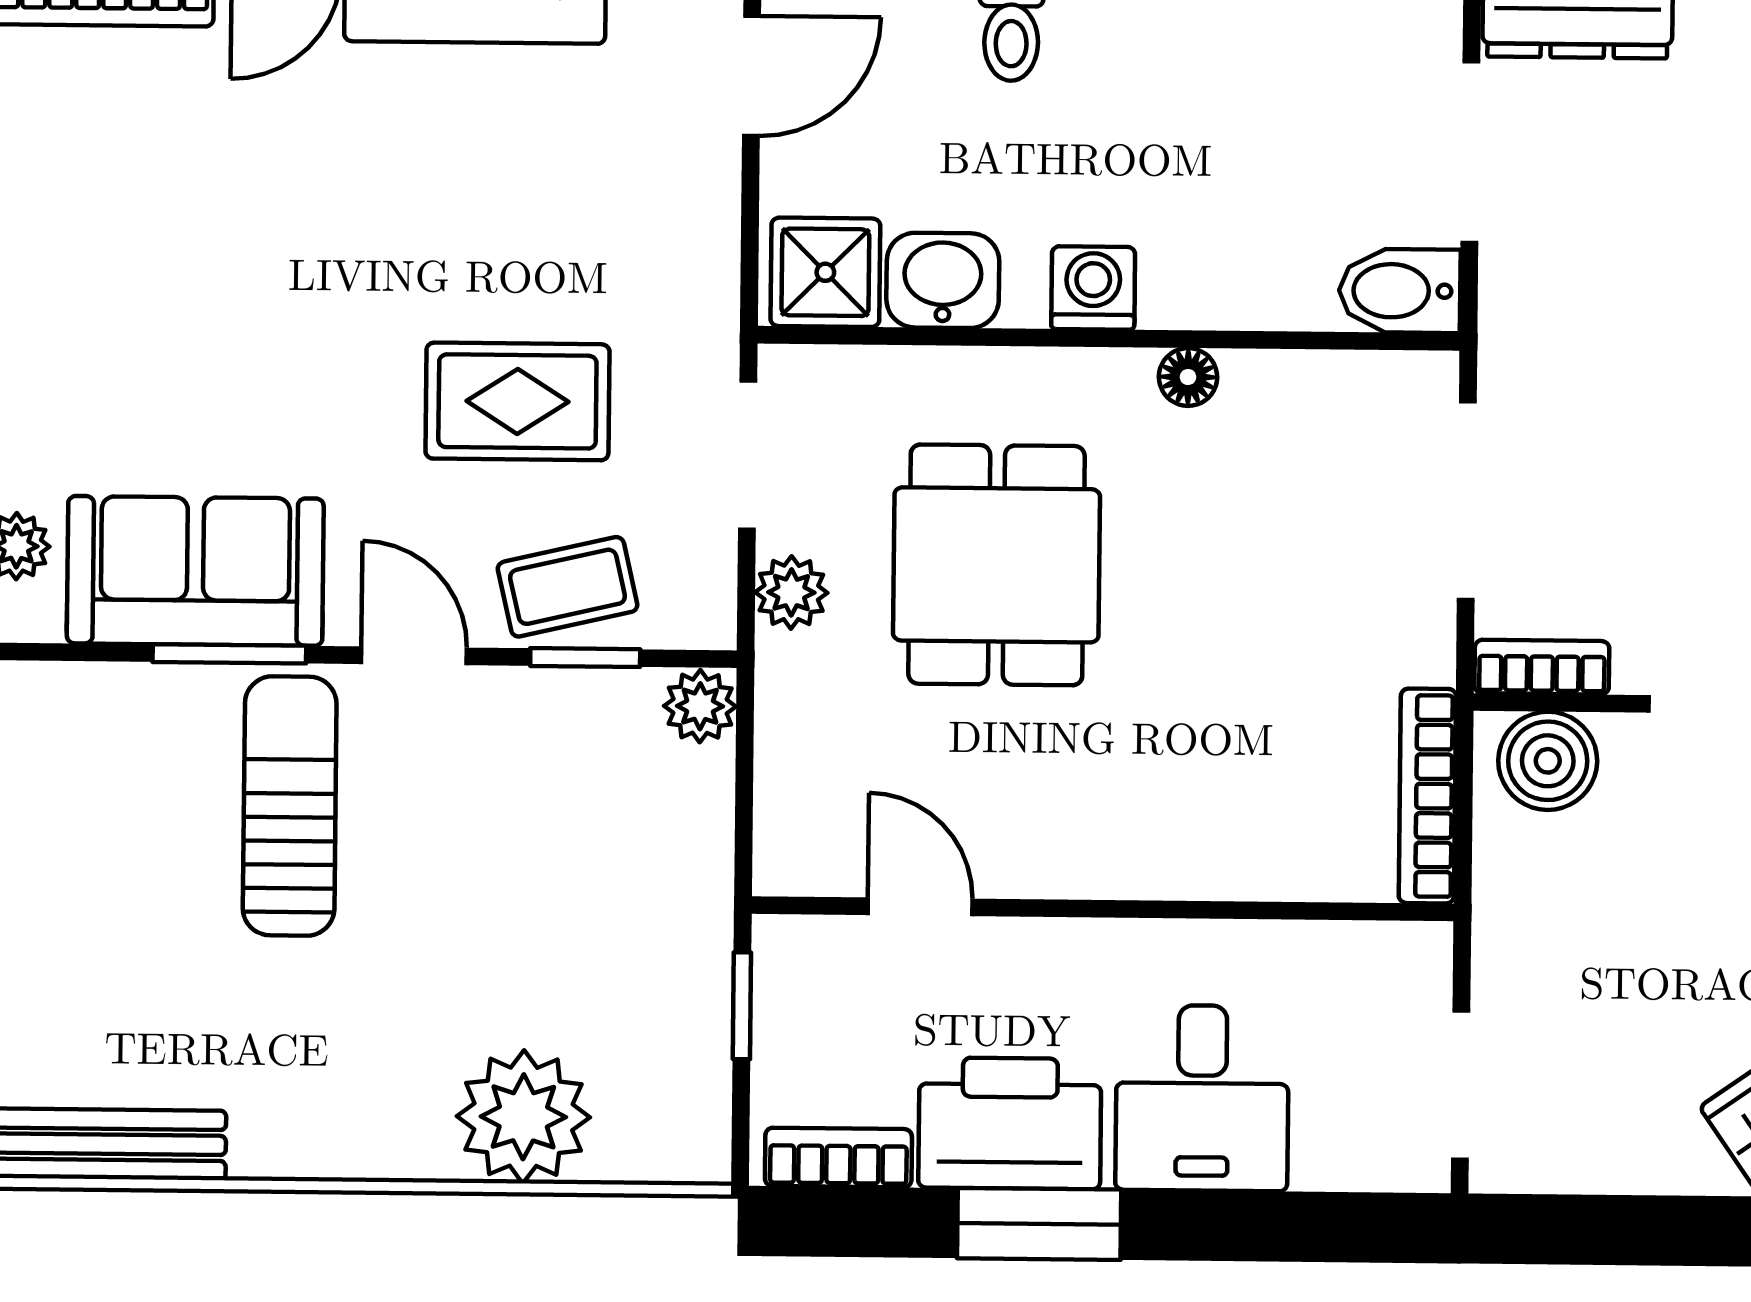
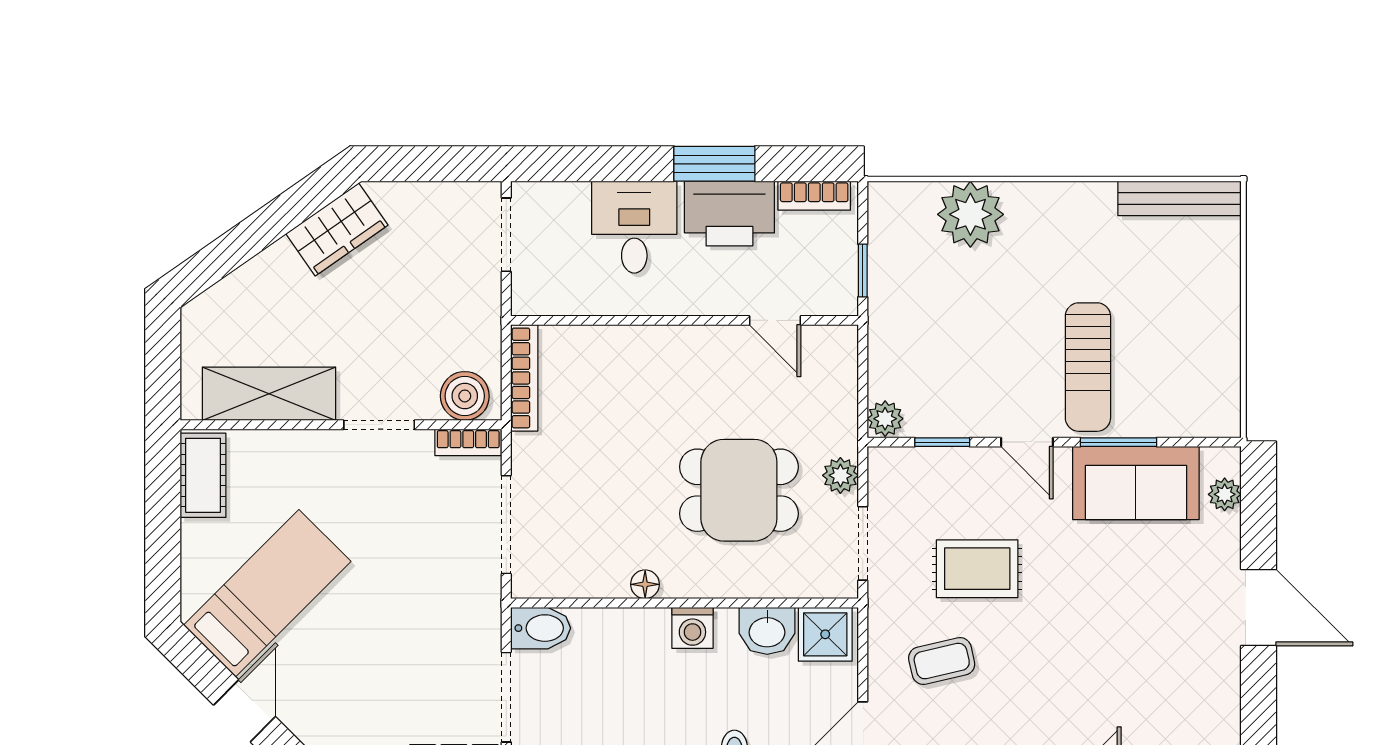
dining table: (997, 565) -> (739, 490), turned 90
coffee table: (568, 587) -> (942, 661), moved

